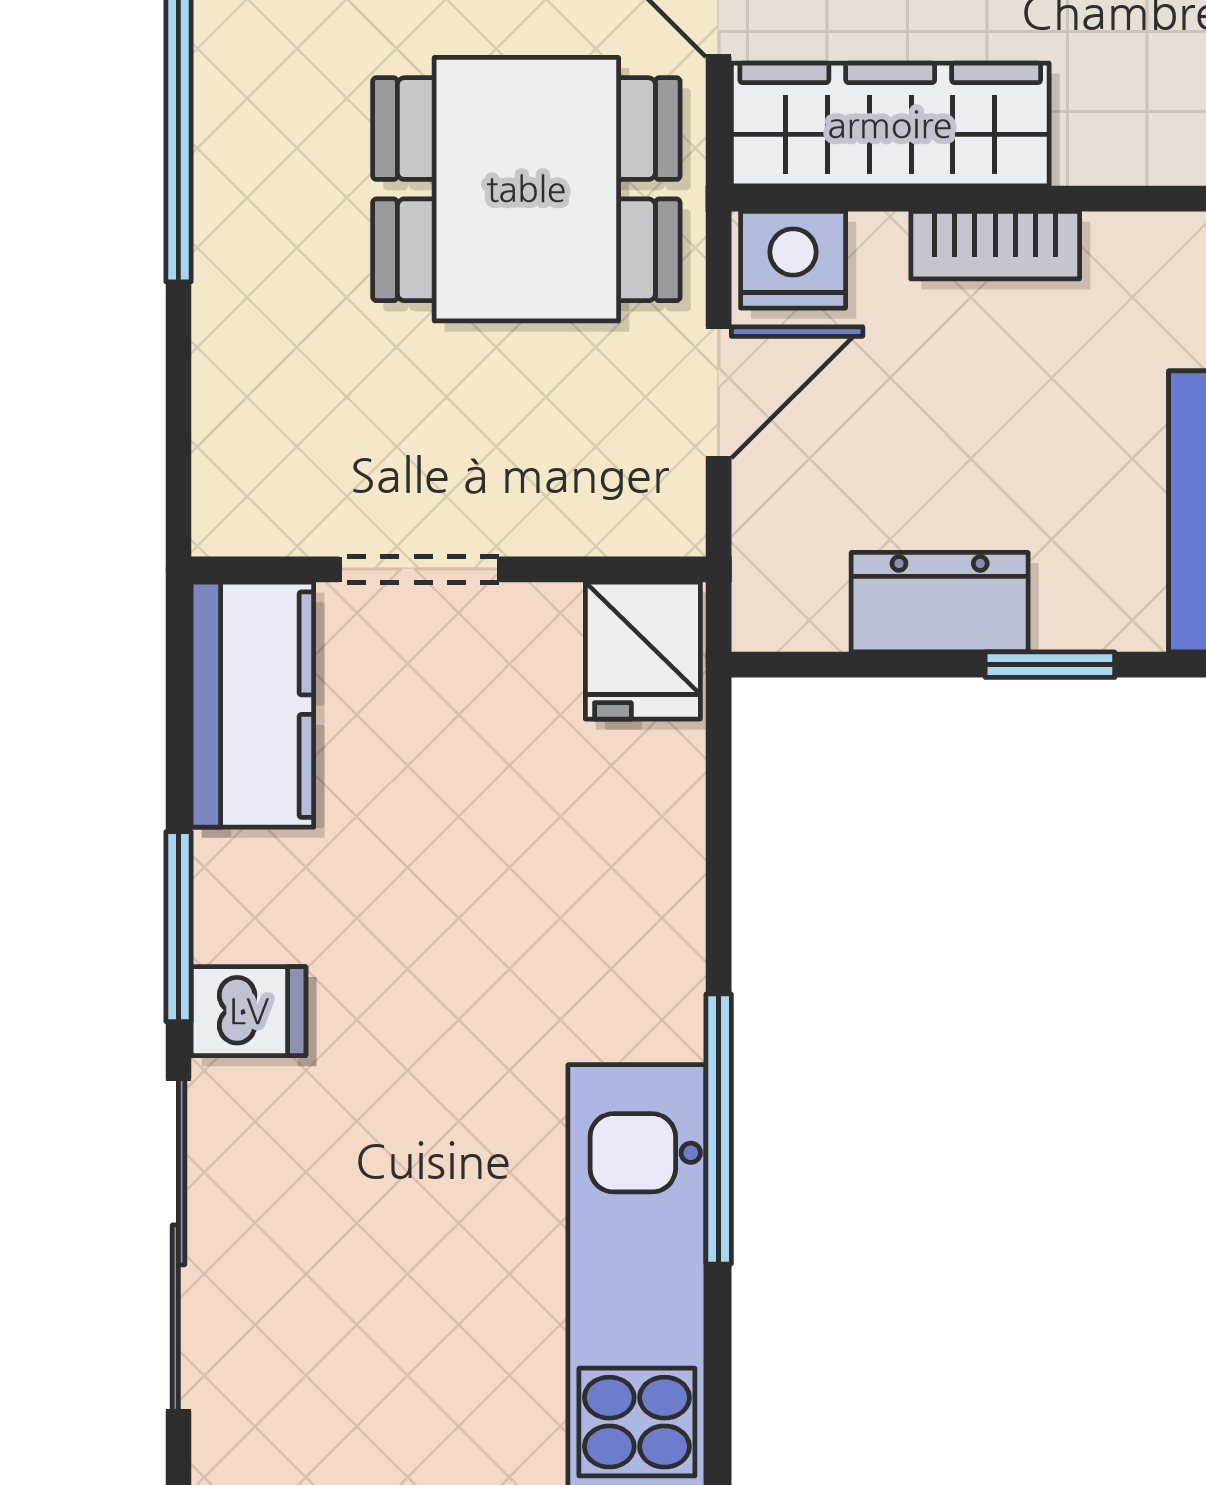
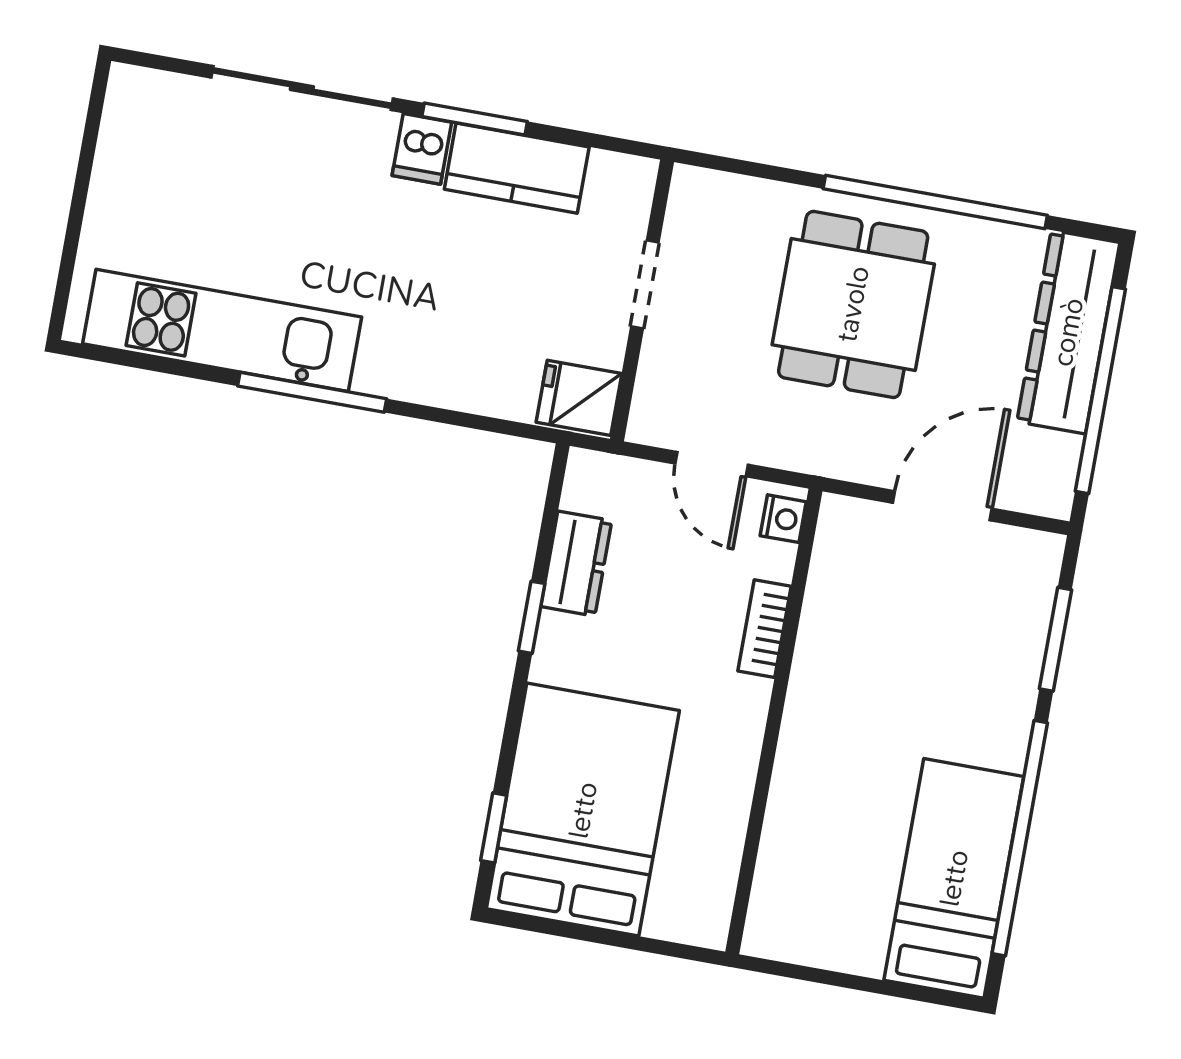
wardrobe: (890, 125) -> (840, 583), removed
dining table: (526, 189) -> (853, 304), moved
nightstand: (793, 260) -> (783, 519), width x0.72, depth x0.74
kitchen counter: (252, 705) -> (517, 168), moved

